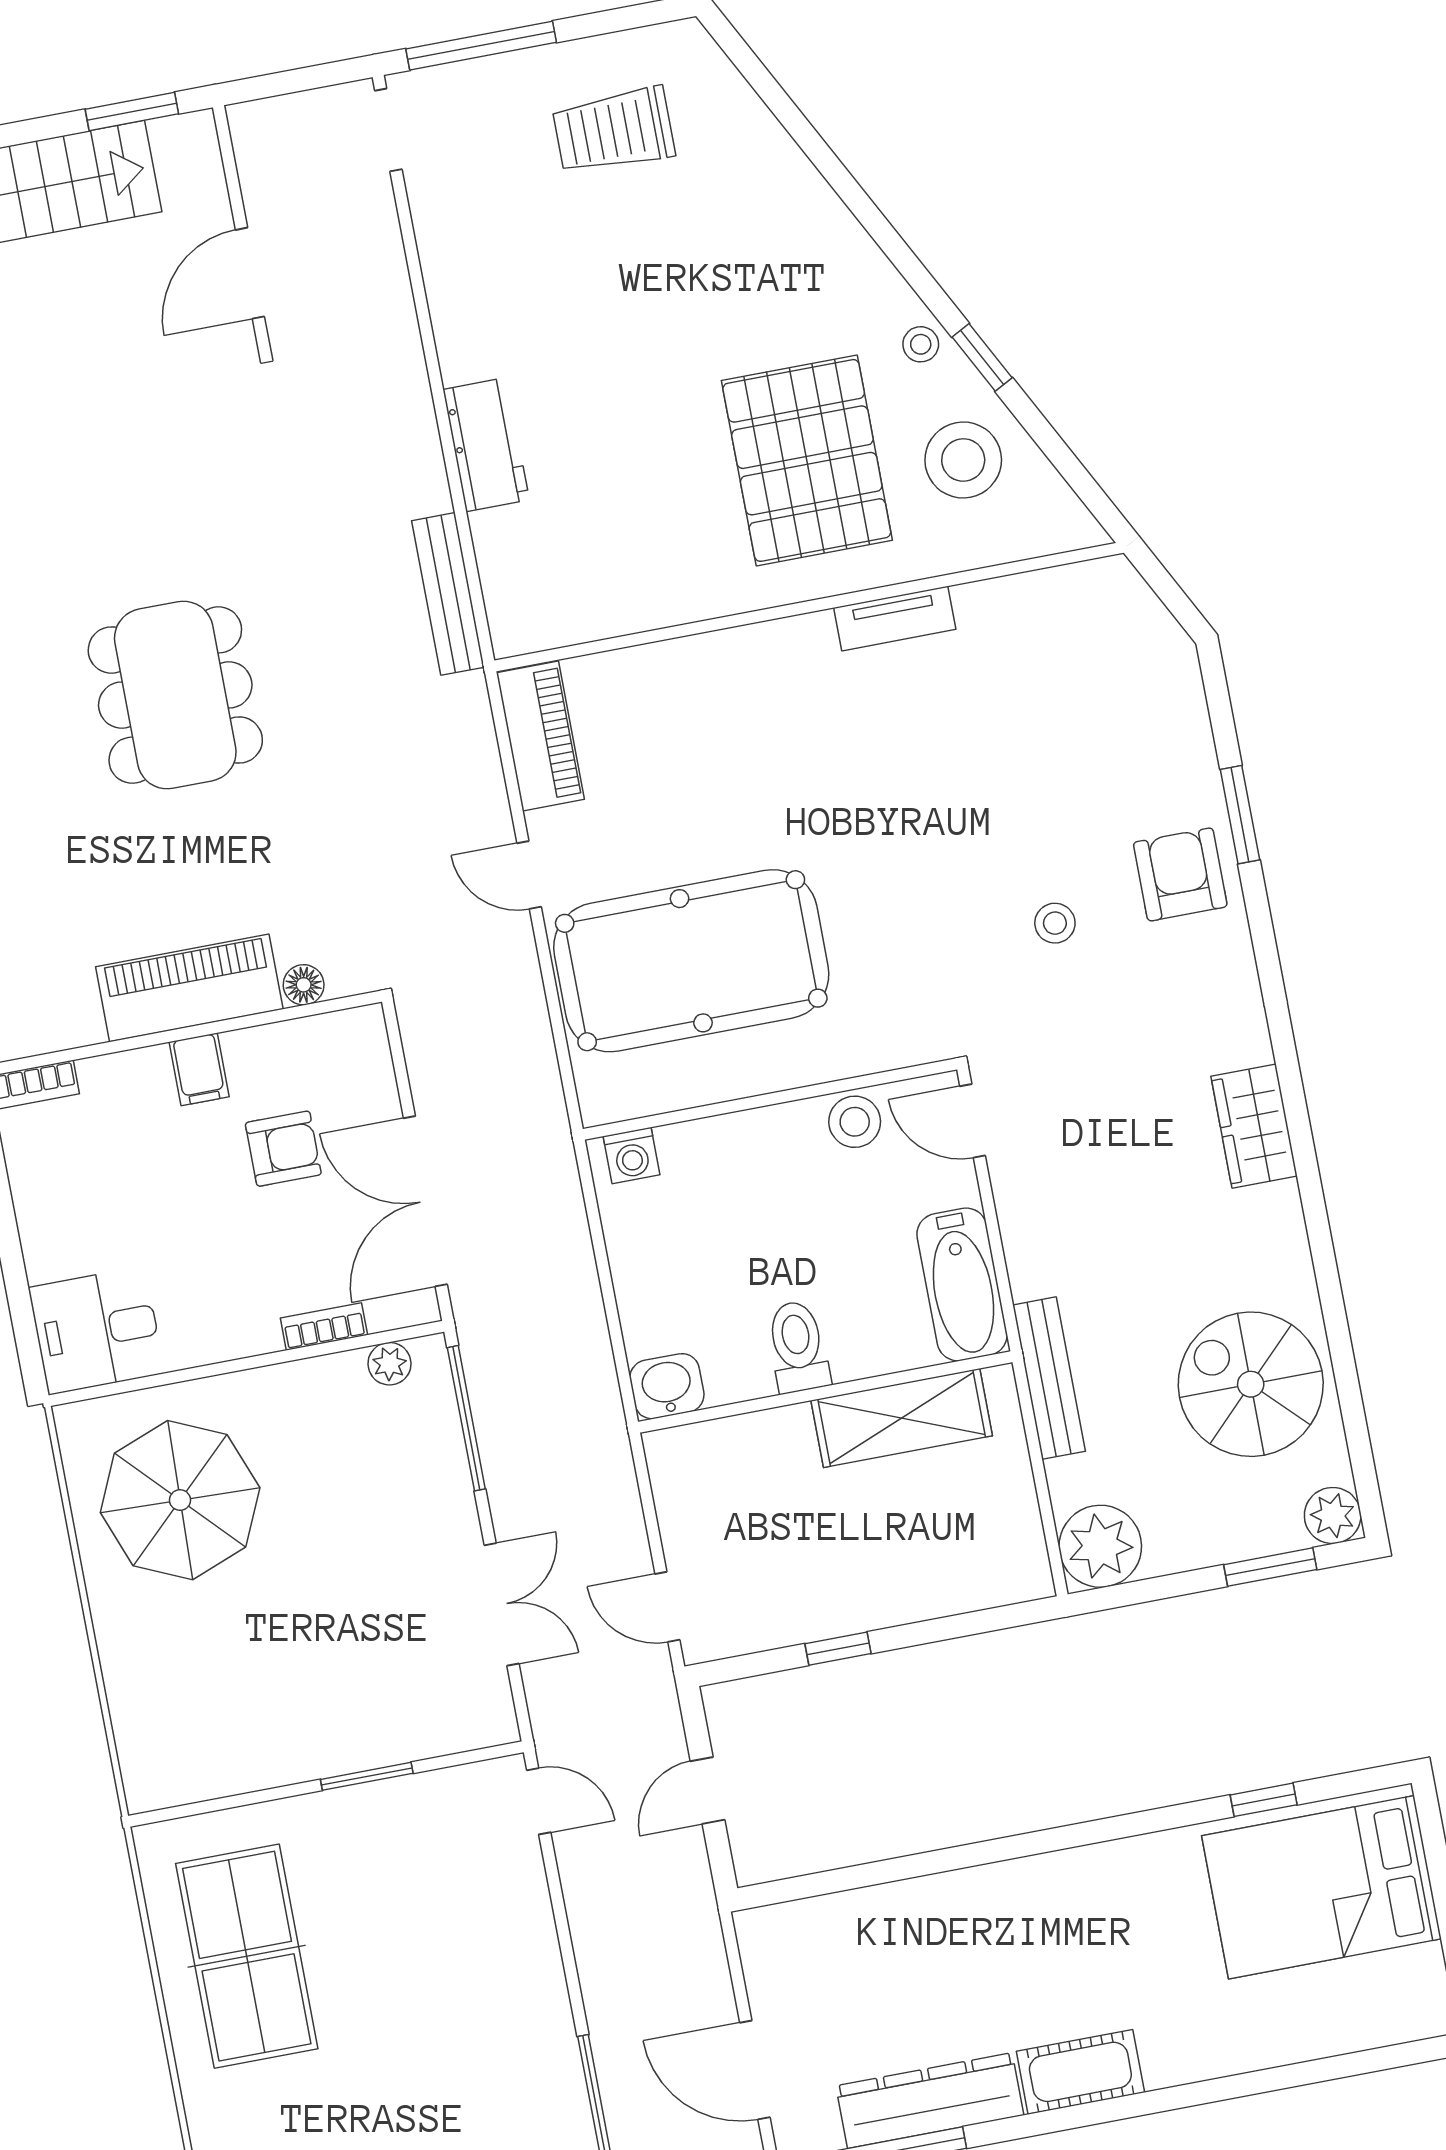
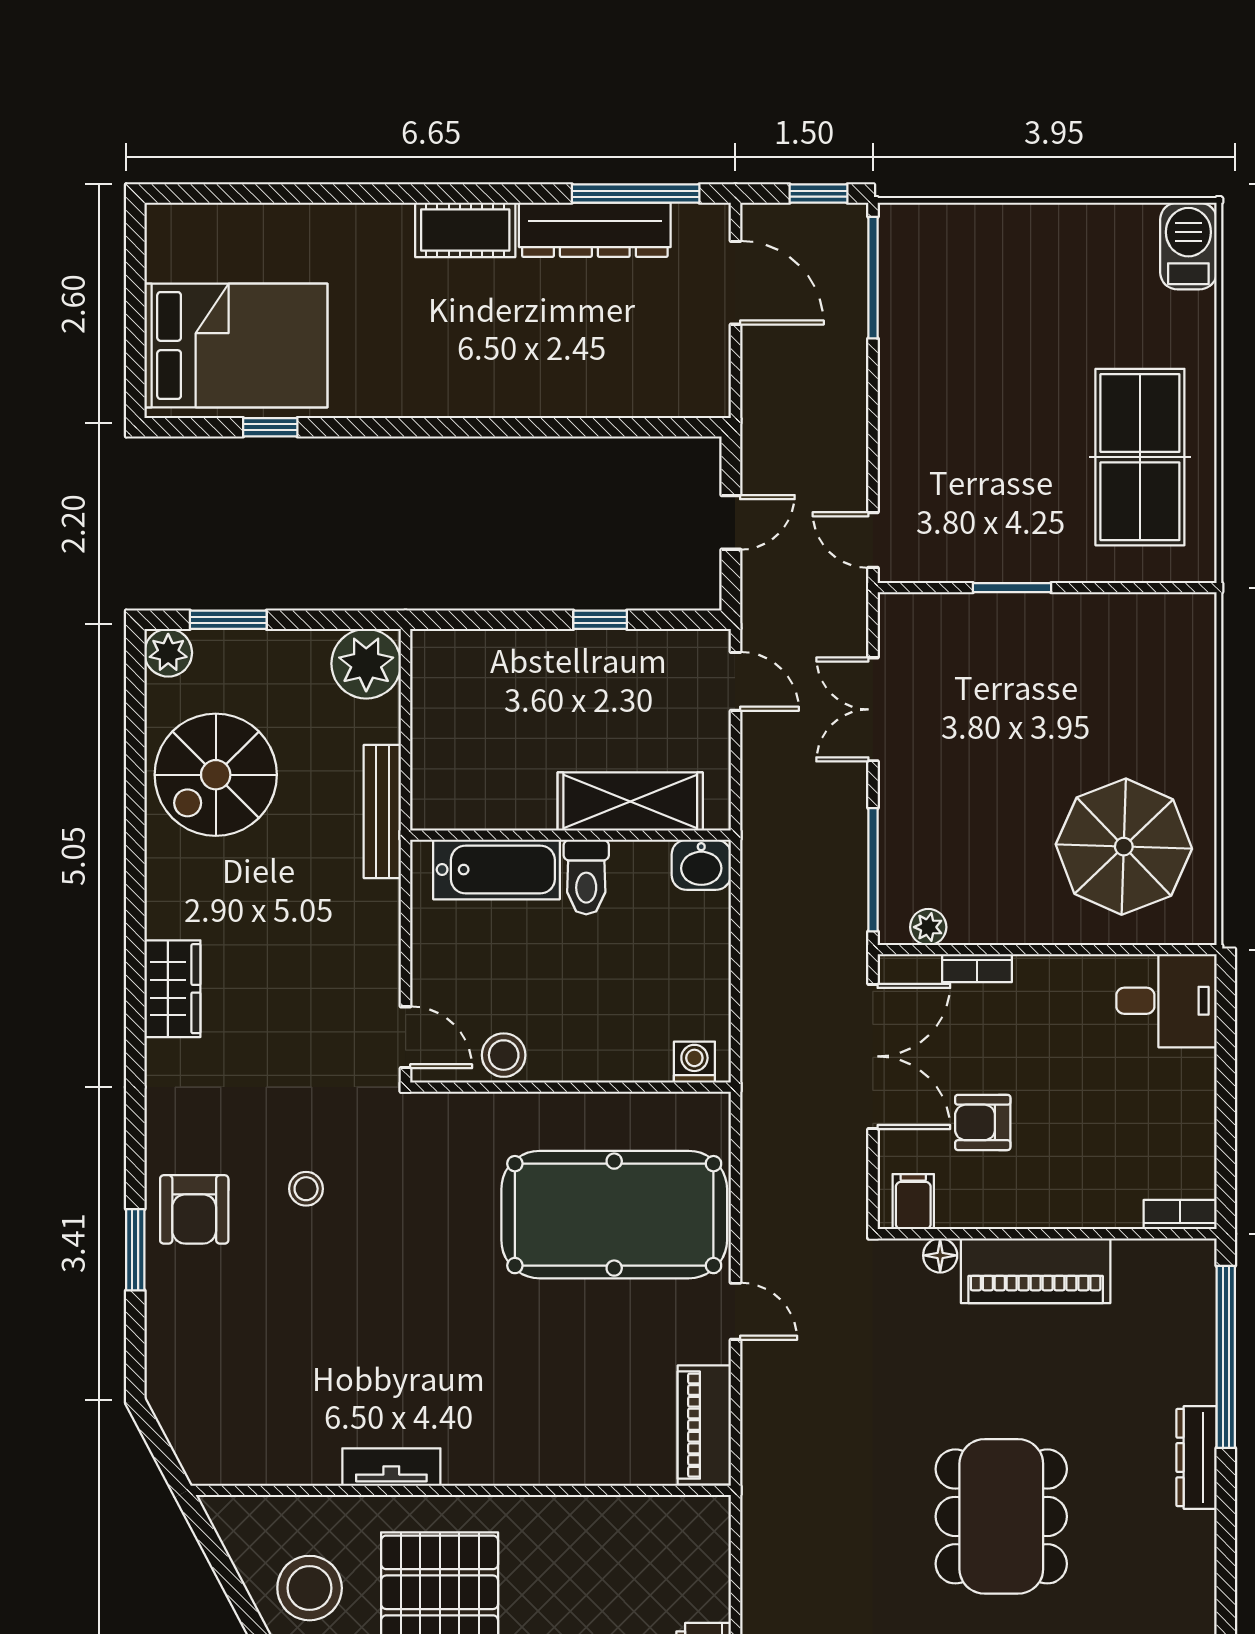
bench: (448, 594) -> (759, 1558), removed
filing cabinet: (199, 1069) -> (913, 1202), moved
bathtub: (962, 1284) -> (497, 870), moved, turned 90
spiral stairs: (1251, 1384) -> (216, 775), turned 90
shelving: (902, 1418) -> (630, 801), moved

